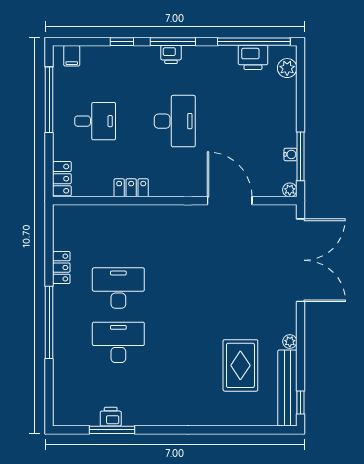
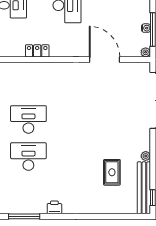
rug: (240, 365) -> (112, 172), width x0.73, depth x0.70
printer: (111, 417) -> (54, 207), moved

